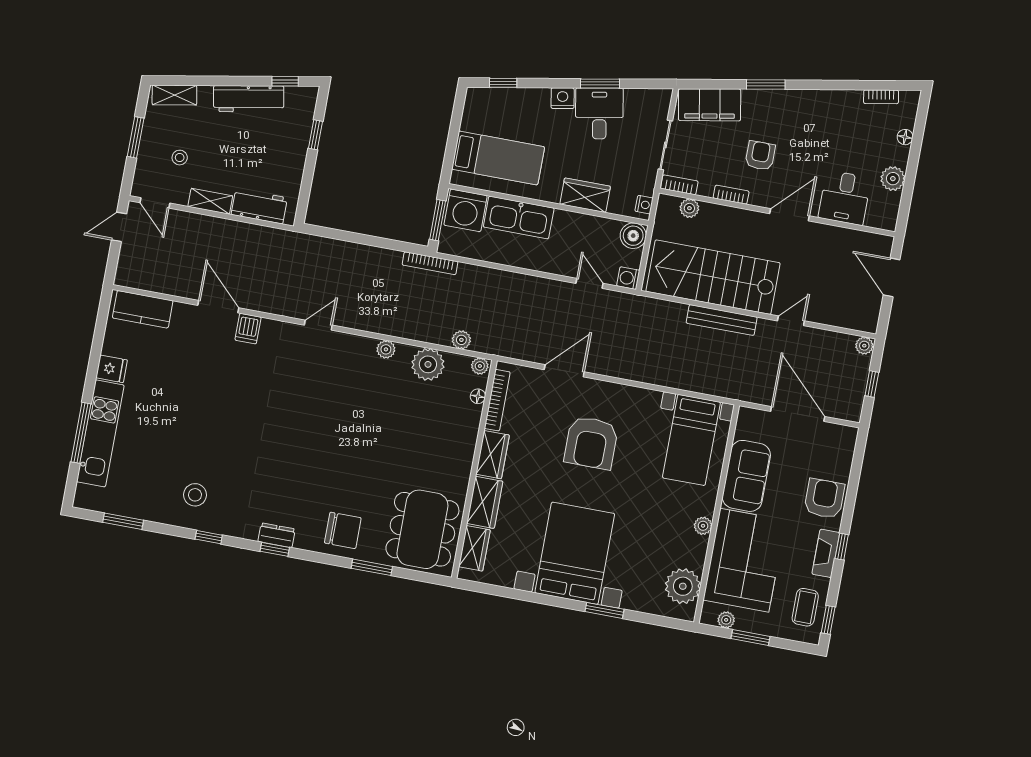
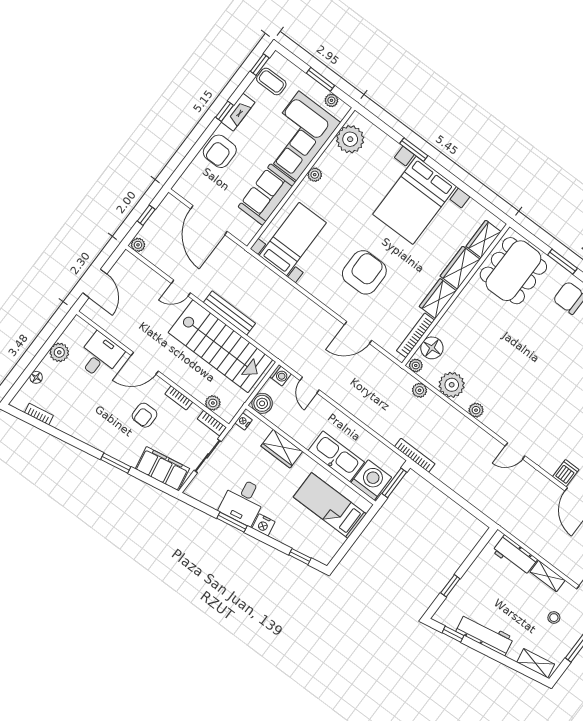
floor lamp: (478, 396) -> (432, 348), width x1.89, depth x1.89
coffee table: (805, 607) -> (271, 81), turned 90

